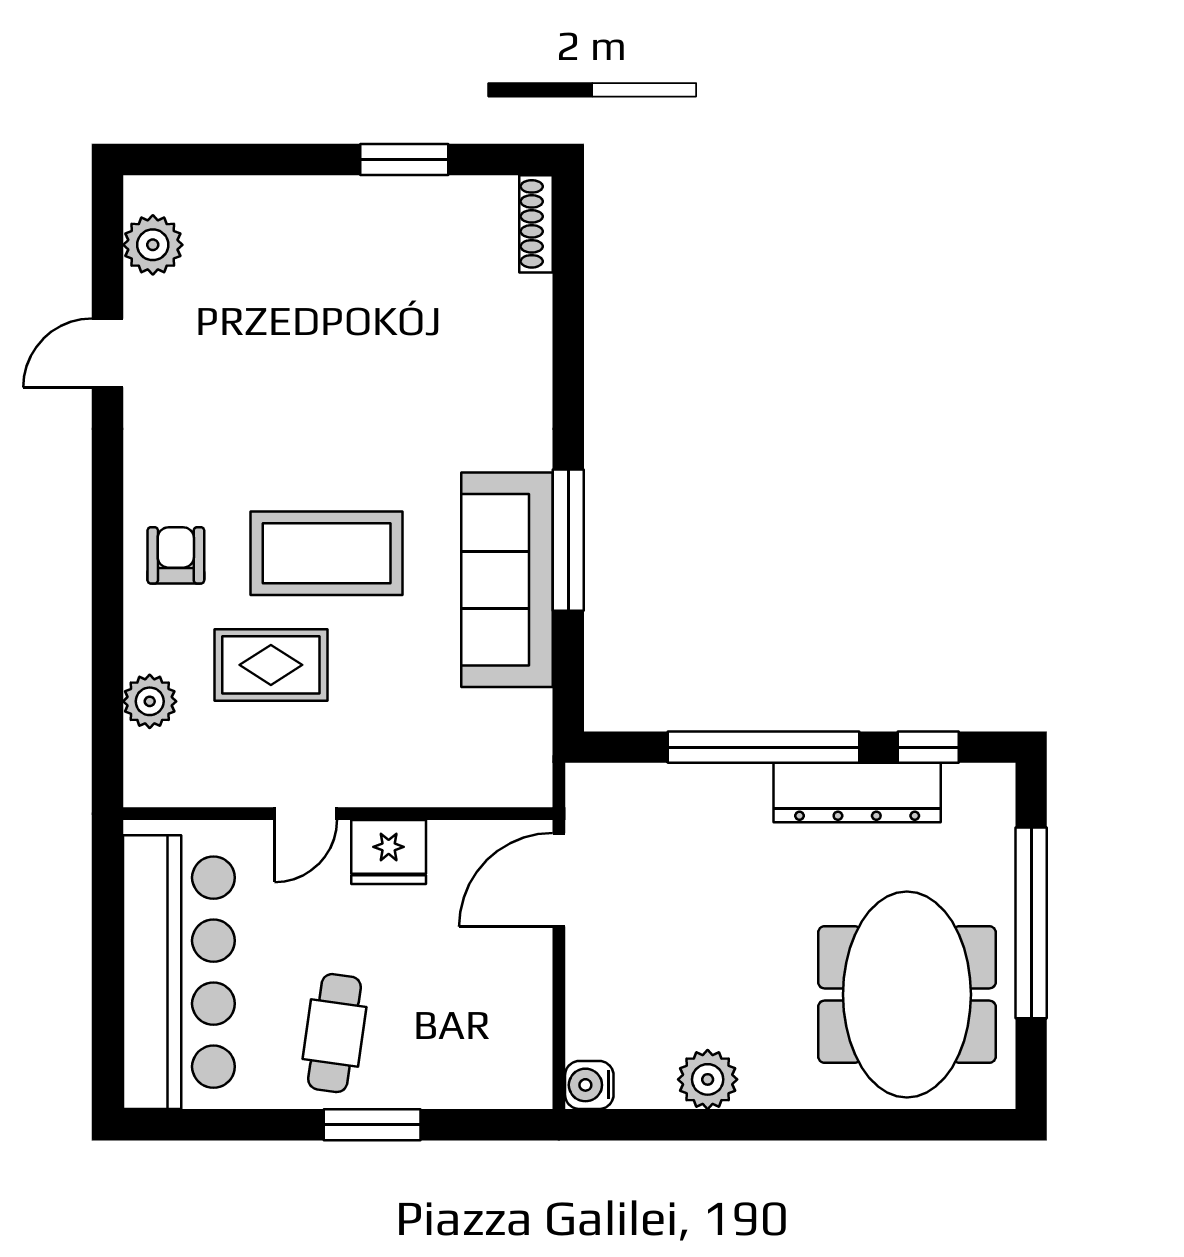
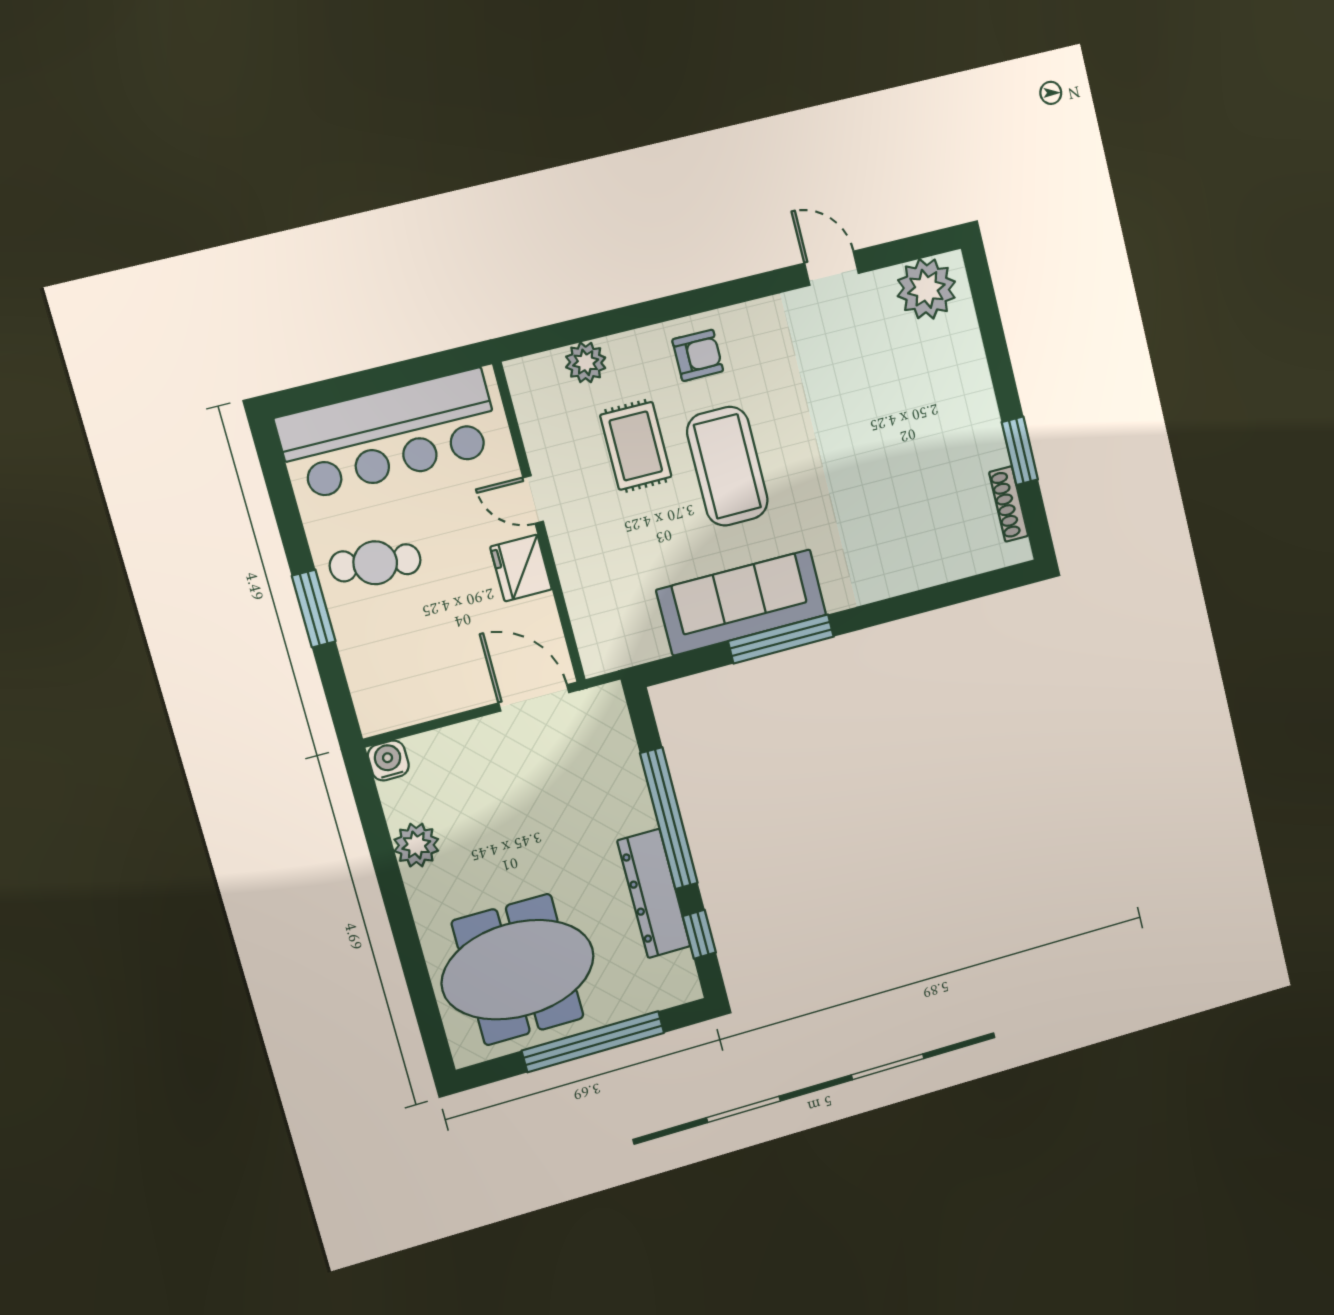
shoe rack: (536, 224) -> (1009, 504), moved, turned -90
plant: (153, 245) -> (926, 289), width x1.36, depth x1.36

